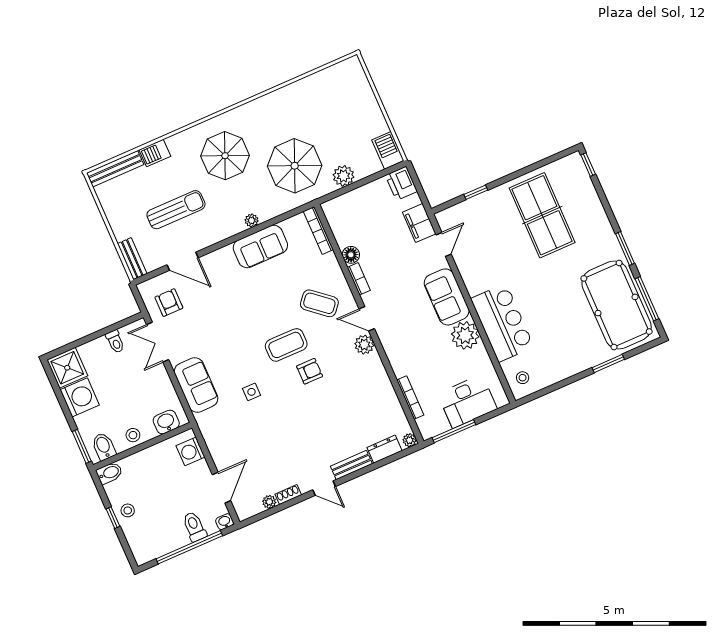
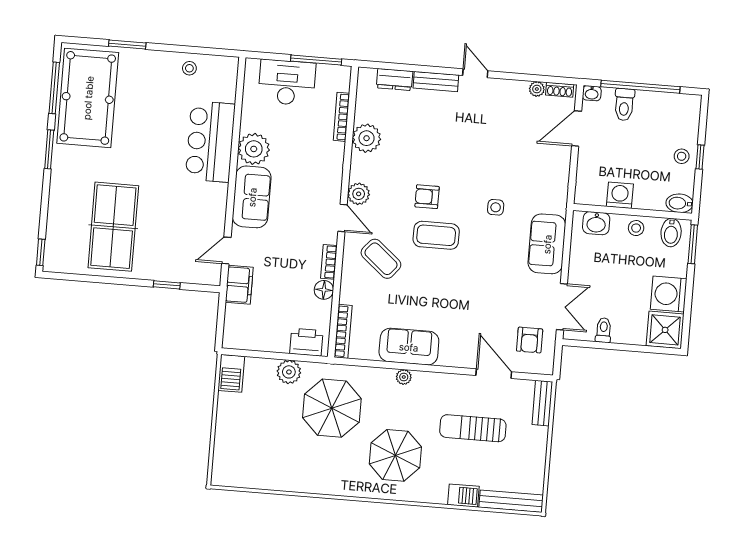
printer: (401, 183) -> (306, 342), moved, turned -90
stool: (523, 378) -> (189, 68), moved
plant: (410, 440) -> (367, 138), moved, width x1.87, depth x1.87
washing machine: (191, 451) -> (620, 195), moved, turned -90
shoe rack: (288, 495) -> (560, 90), moved

